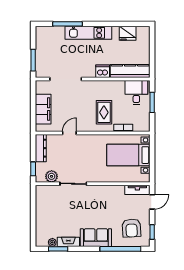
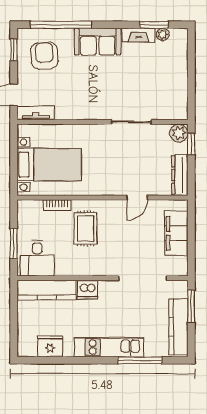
kitchen counter: (42, 46) -> (178, 327), added
plant: (52, 176) -> (179, 133), moved

